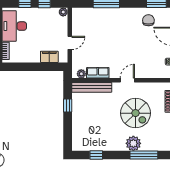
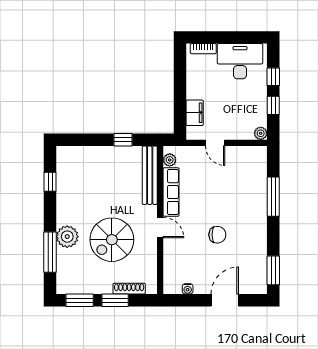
chair: (148, 20) -> (217, 235), moved
row of seats: (98, 73) -> (171, 192), width x1.48

